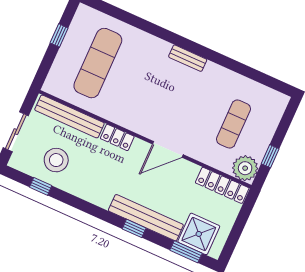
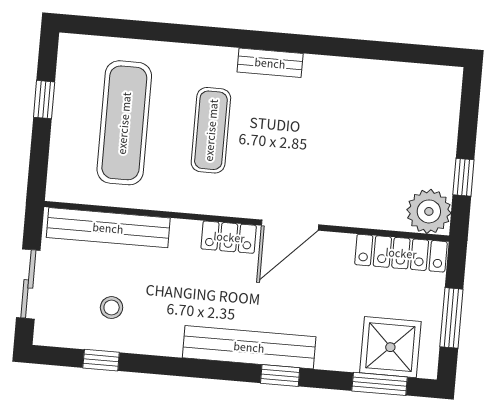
exercise mat: (233, 124) -> (211, 130), moved
locker: (117, 137) -> (229, 237), moved
stool: (56, 160) -> (112, 308), width x0.53, depth x0.53
bench: (146, 218) -> (249, 347), moved
window: (237, 230) -> (451, 318), added

